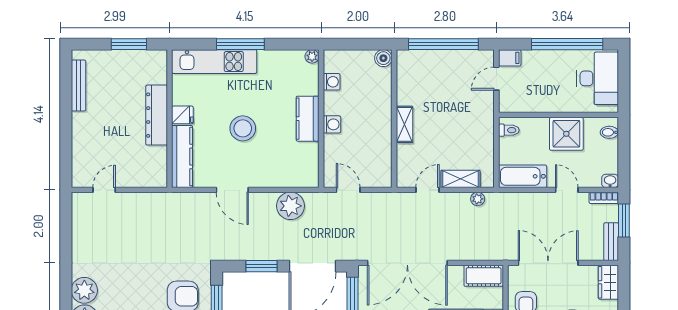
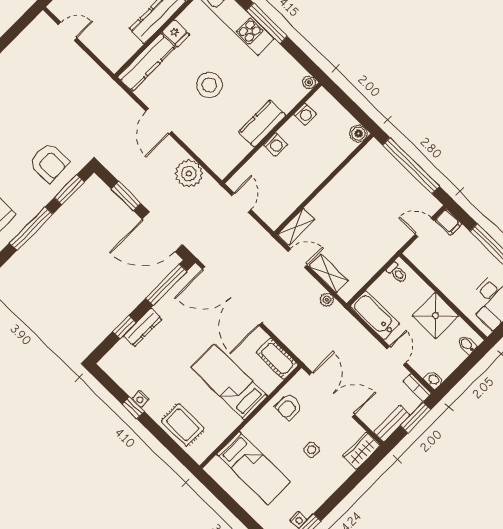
shelving: (405, 124) -> (296, 227), moved

